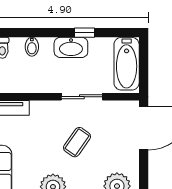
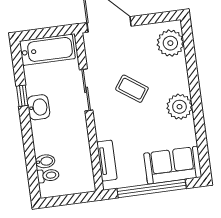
bidet: (32, 47) -> (45, 161), moved
washbasin: (71, 47) -> (39, 107), width x0.72

